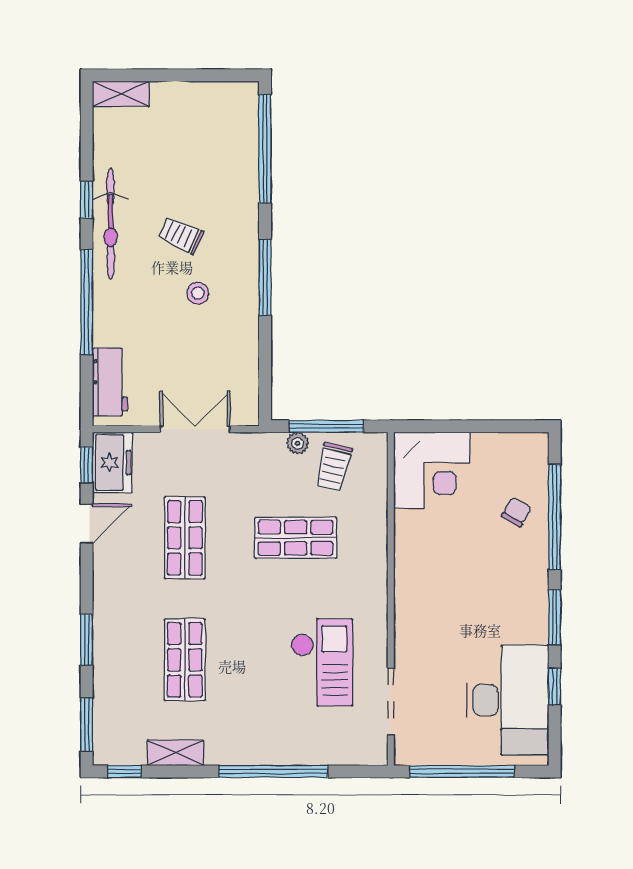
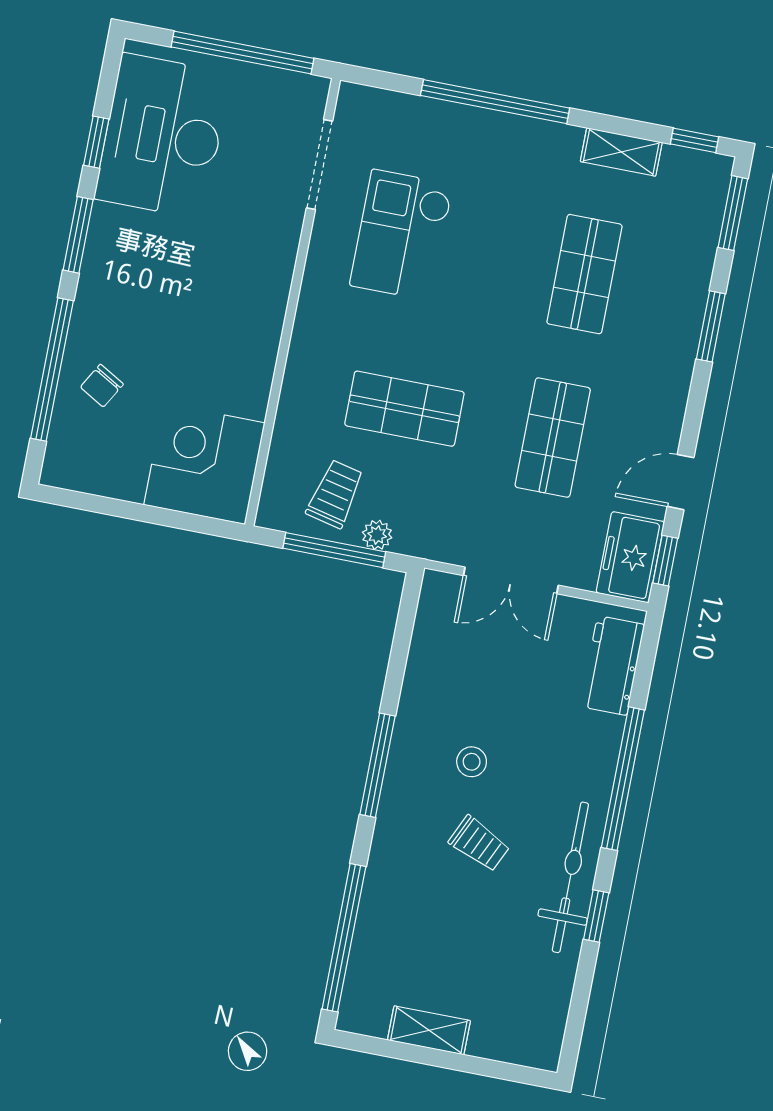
shelving: (121, 94) -> (429, 1030), moved

